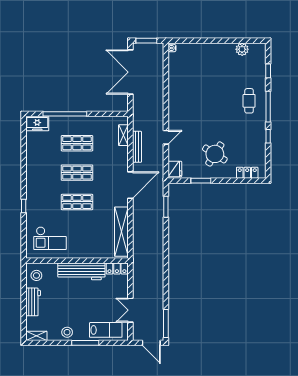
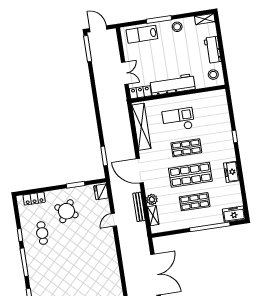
cafe table: (249, 101) -> (42, 233), moved
plant: (122, 153) -> (152, 199), added
freezer: (33, 169) -> (231, 172), added
shop shelf: (77, 173) -> (190, 175), width x1.43, depth x1.36
door: (130, 185) -> (140, 171), hinge flipped
checkout: (50, 238) -> (178, 120), moved
double door: (130, 310) -> (125, 73), moved

